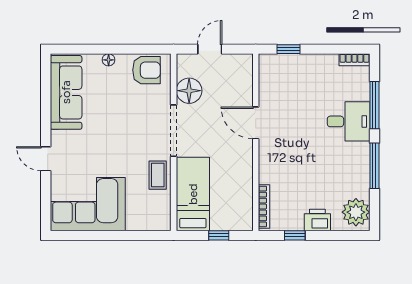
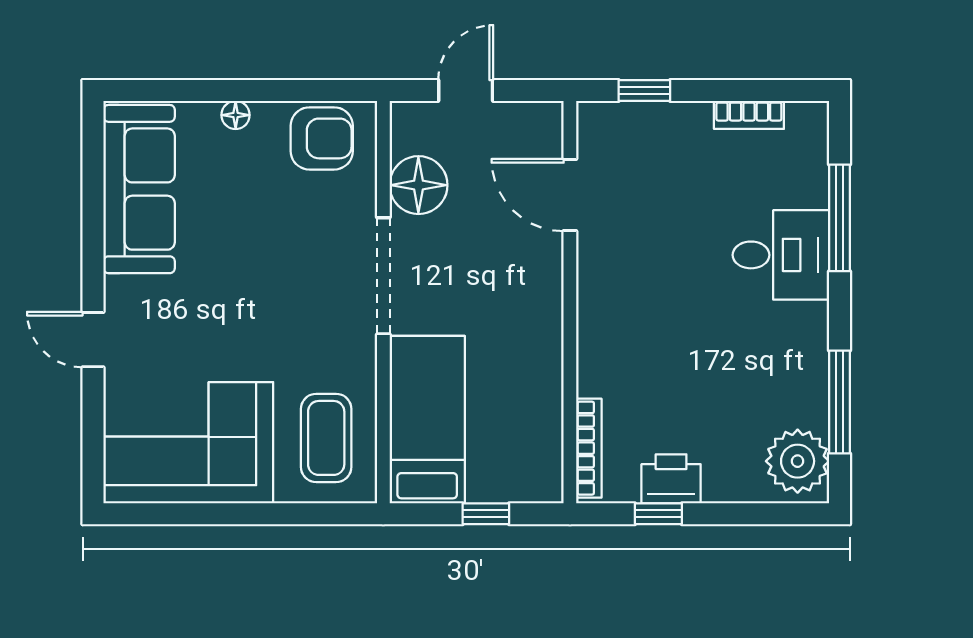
bookcase: (354, 60) -> (749, 115), moved
door: (256, 123) -> (570, 195), moved
window: (374, 166) -> (840, 402), moved
coffee table: (158, 175) -> (326, 438), moved, width x1.36, depth x1.30
printer: (317, 220) -> (671, 479), moved

